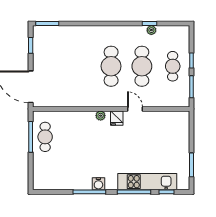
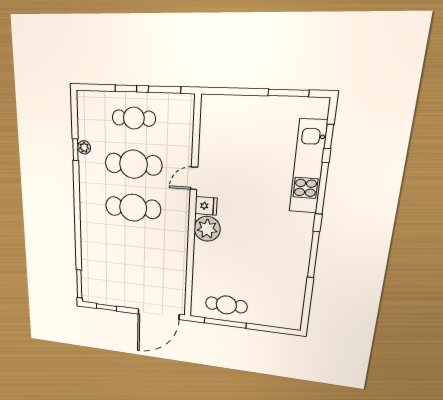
plant: (101, 116) -> (207, 229), width x1.88, depth x1.88
water cooler: (98, 184) -> (302, 241), removed

